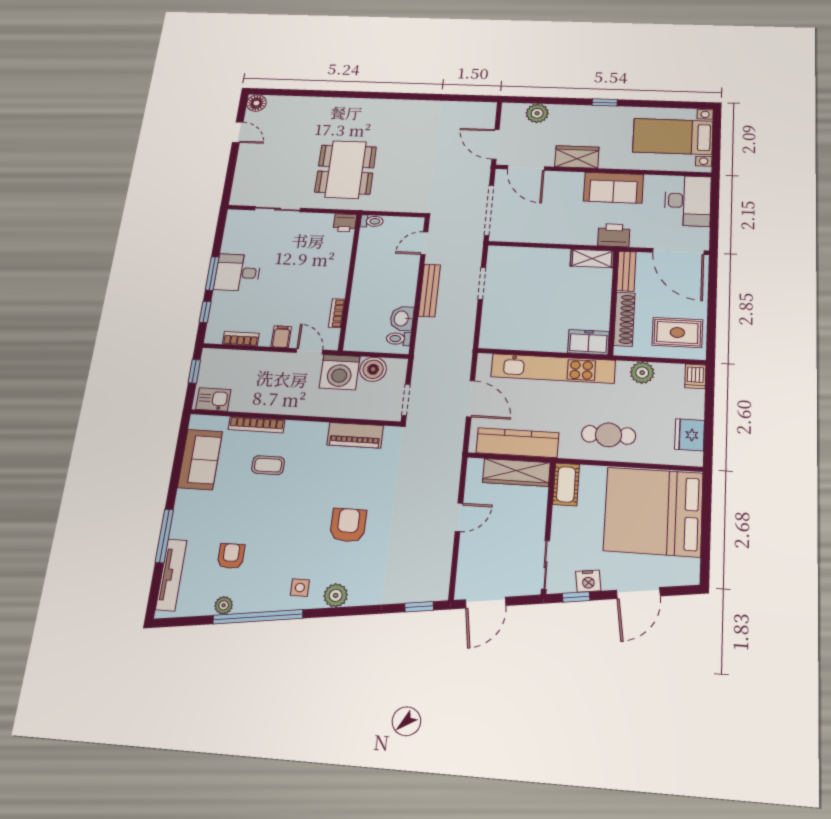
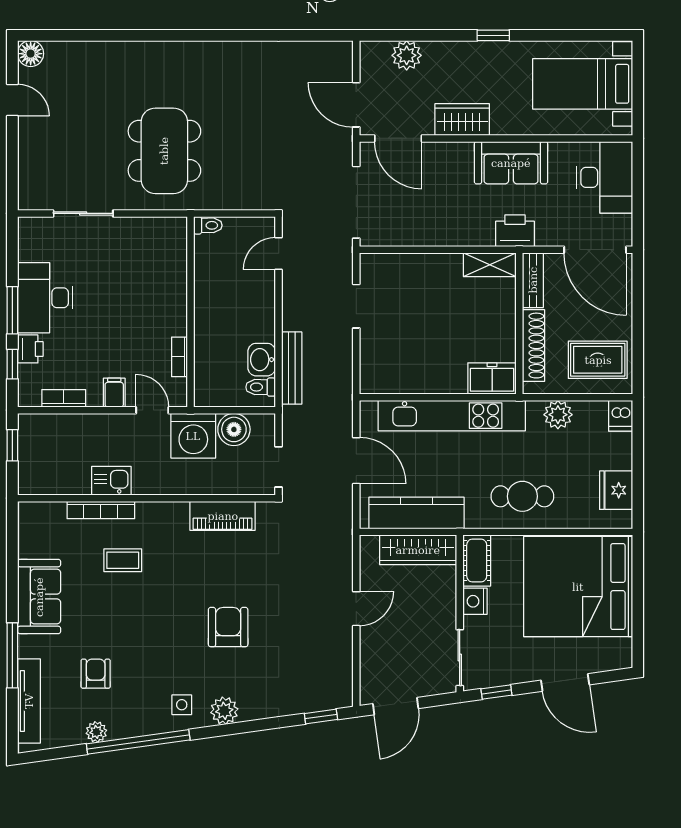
printer: (345, 223) -> (30, 349), moved, turned -90
desk: (238, 273) -> (45, 298), width x1.37
bench: (429, 290) -> (292, 368), moved
kitchen sink: (213, 399) -> (111, 481), moved
sofa: (200, 460) -> (39, 597), moved
nightstand: (588, 581) -> (475, 601), moved, turned 98
door: (638, 593) -> (565, 682), hinge flipped

